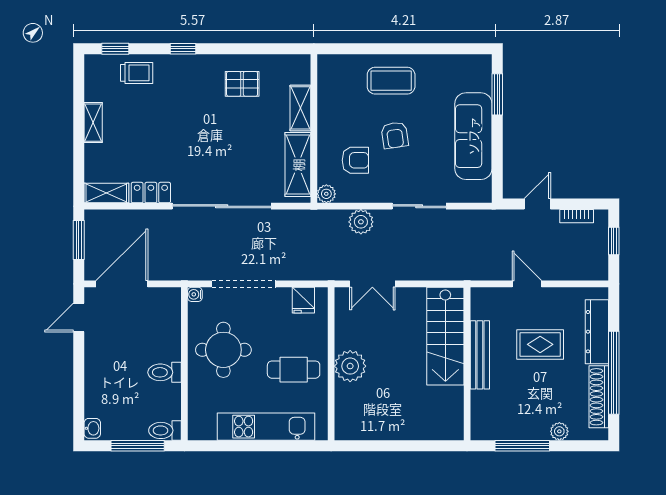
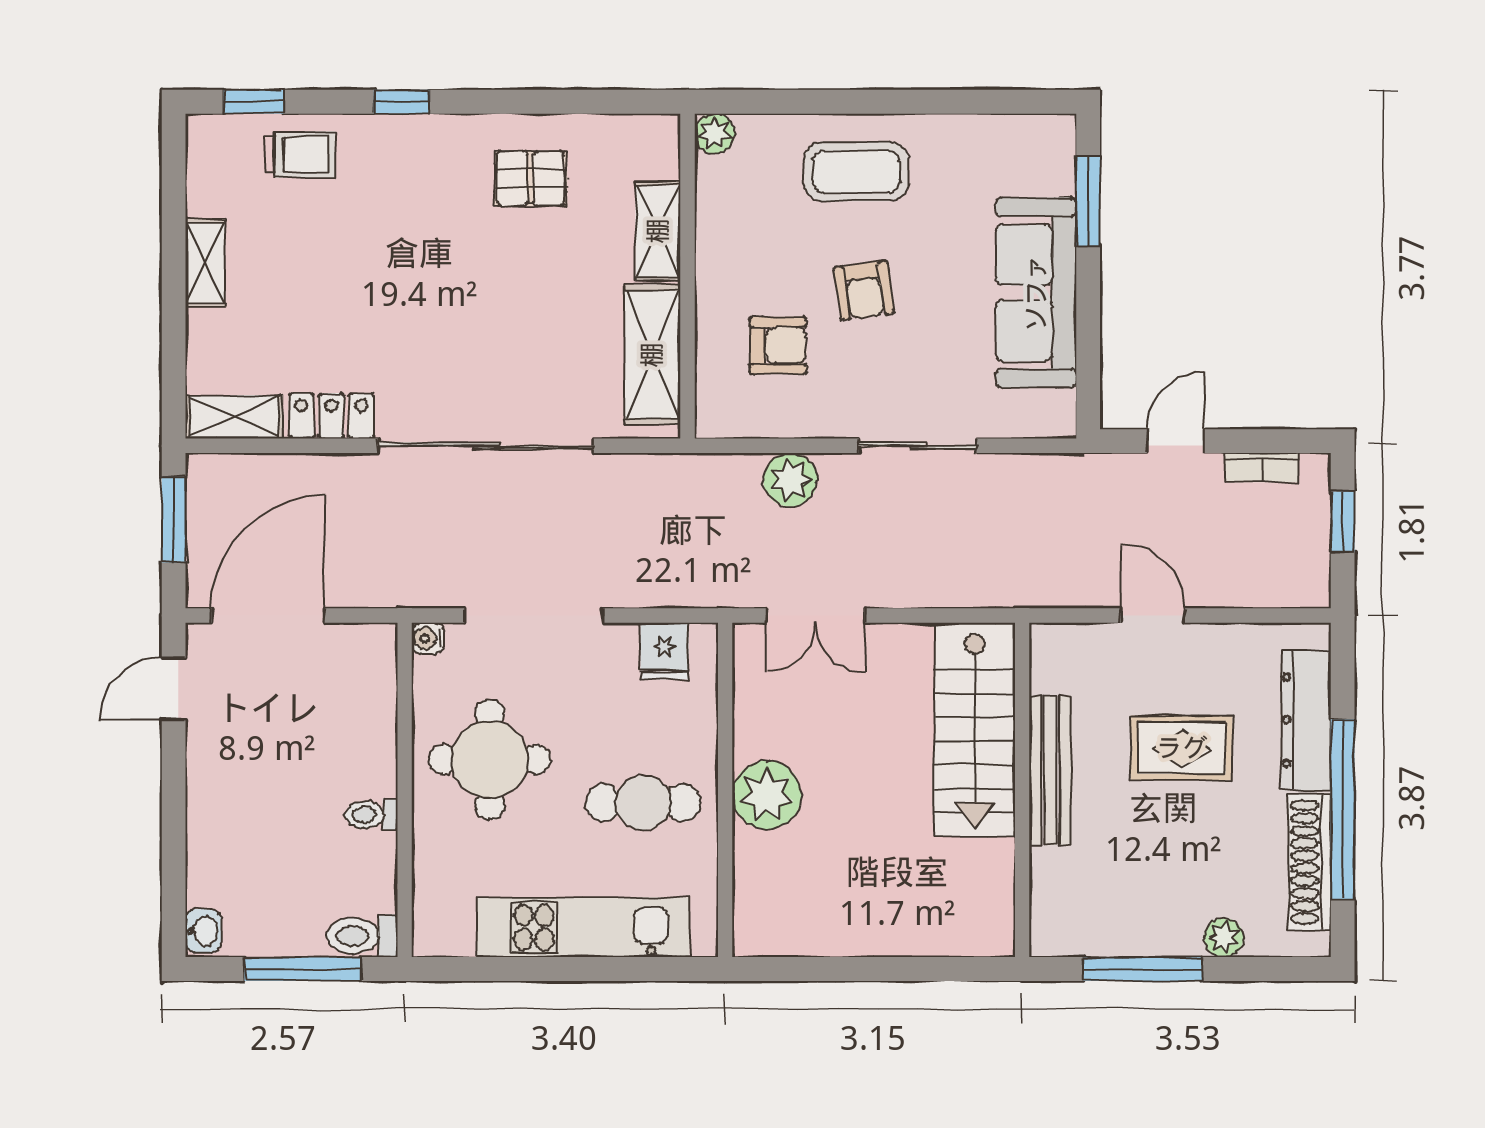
plant: (326, 194) -> (715, 134), moved
toilet: (165, 372) -> (371, 815), width x0.73, depth x0.72

